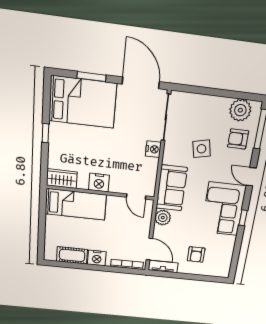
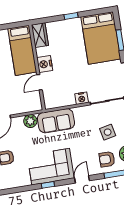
armchair: (238, 139) -> (107, 159), turned -90
side table: (201, 149) -> (108, 132), moved
door: (136, 197) -> (40, 82), moved

